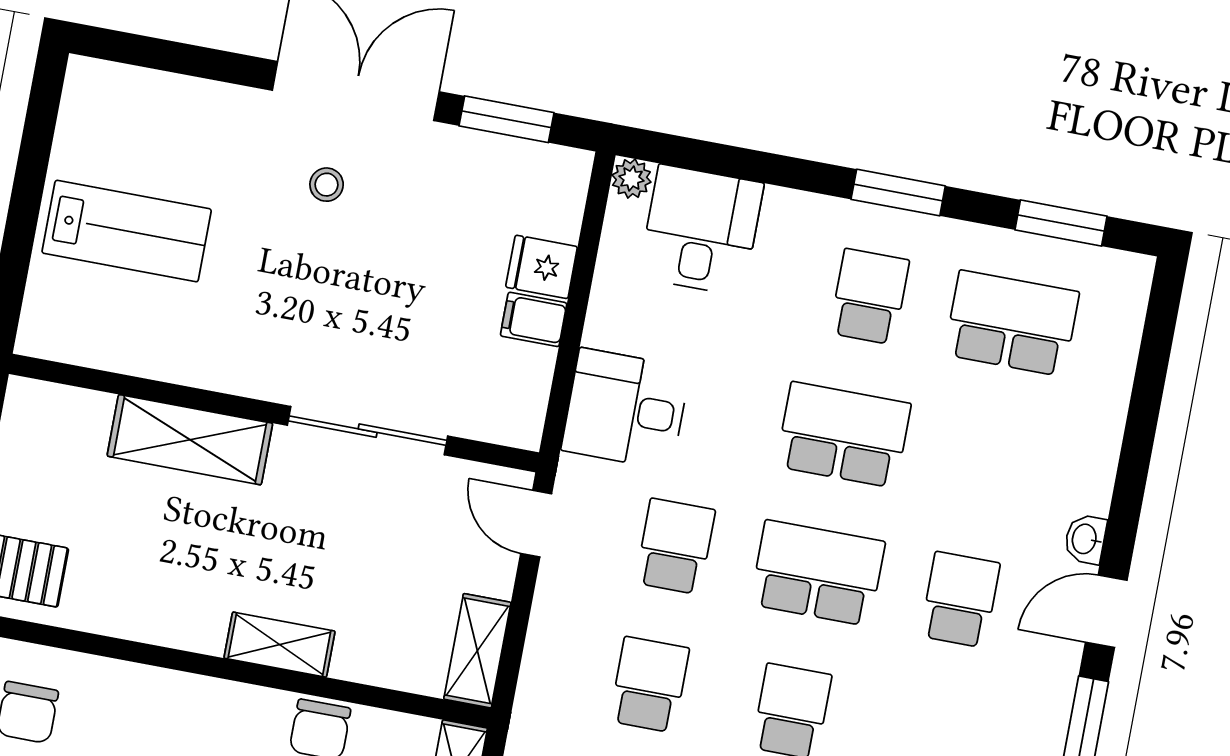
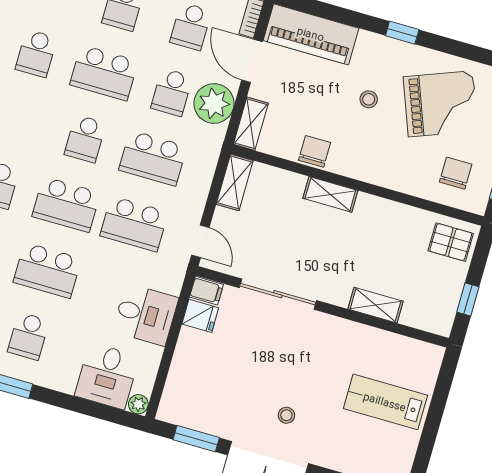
fridge: (542, 267) -> (200, 316), moved
filing cabinet: (534, 319) -> (206, 291), moved
desk: (626, 409) -> (145, 315), moved
shelving: (190, 440) -> (376, 305), width x0.67, depth x0.75
school desk: (675, 546) -> (134, 224), width x1.85
school desk: (649, 685) -> (153, 158), width x1.85

